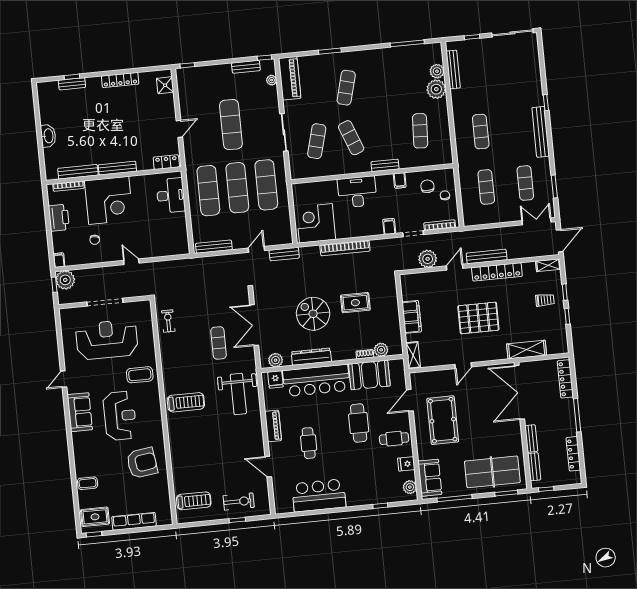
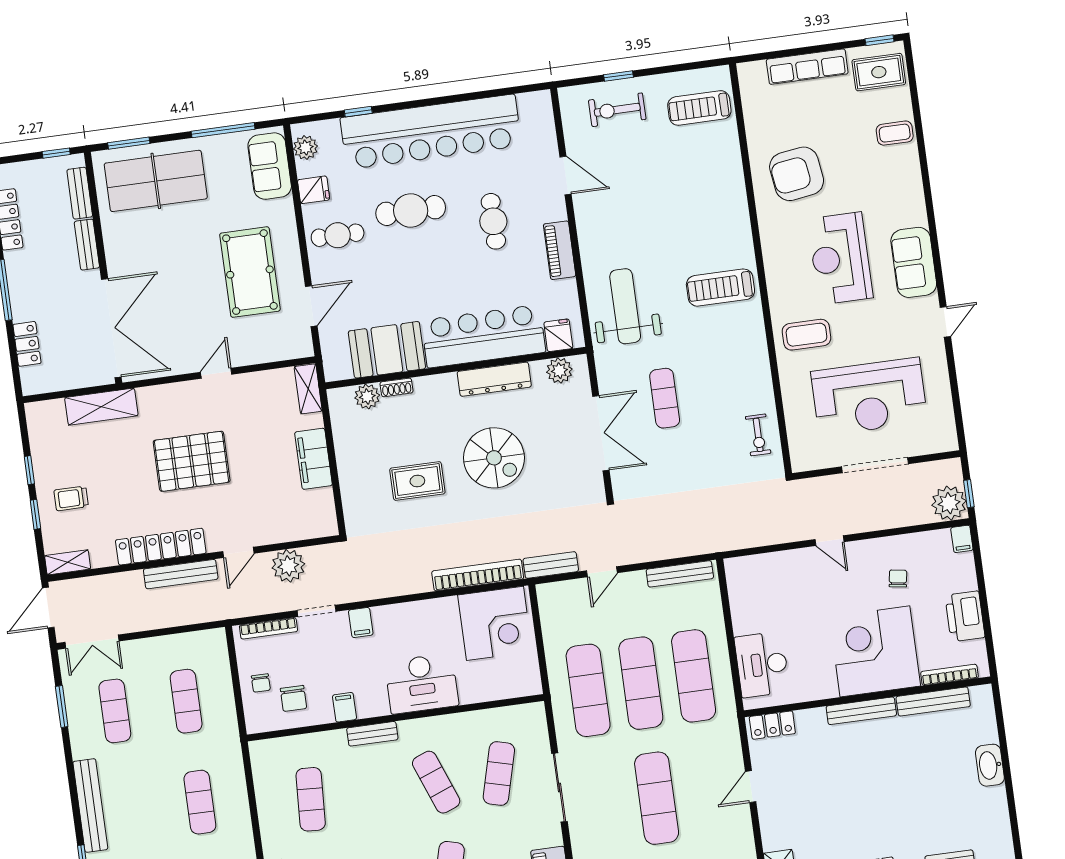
bookcase: (345, 248) -> (478, 575), moved
locker: (565, 379) -> (27, 344), width x0.66
cafe table: (359, 423) -> (411, 211), moved, turned 90
bar counter: (319, 495) -> (431, 132), width x1.86

